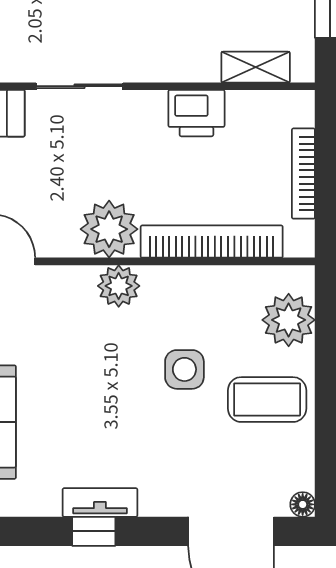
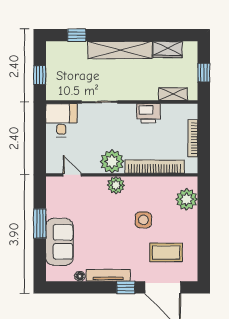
coffee table: (267, 400) -> (166, 252), moved
tv unit: (100, 502) -> (108, 275), width x1.41
floor lamp: (303, 504) -> (80, 276), moved
window: (94, 531) -> (126, 287), moved

